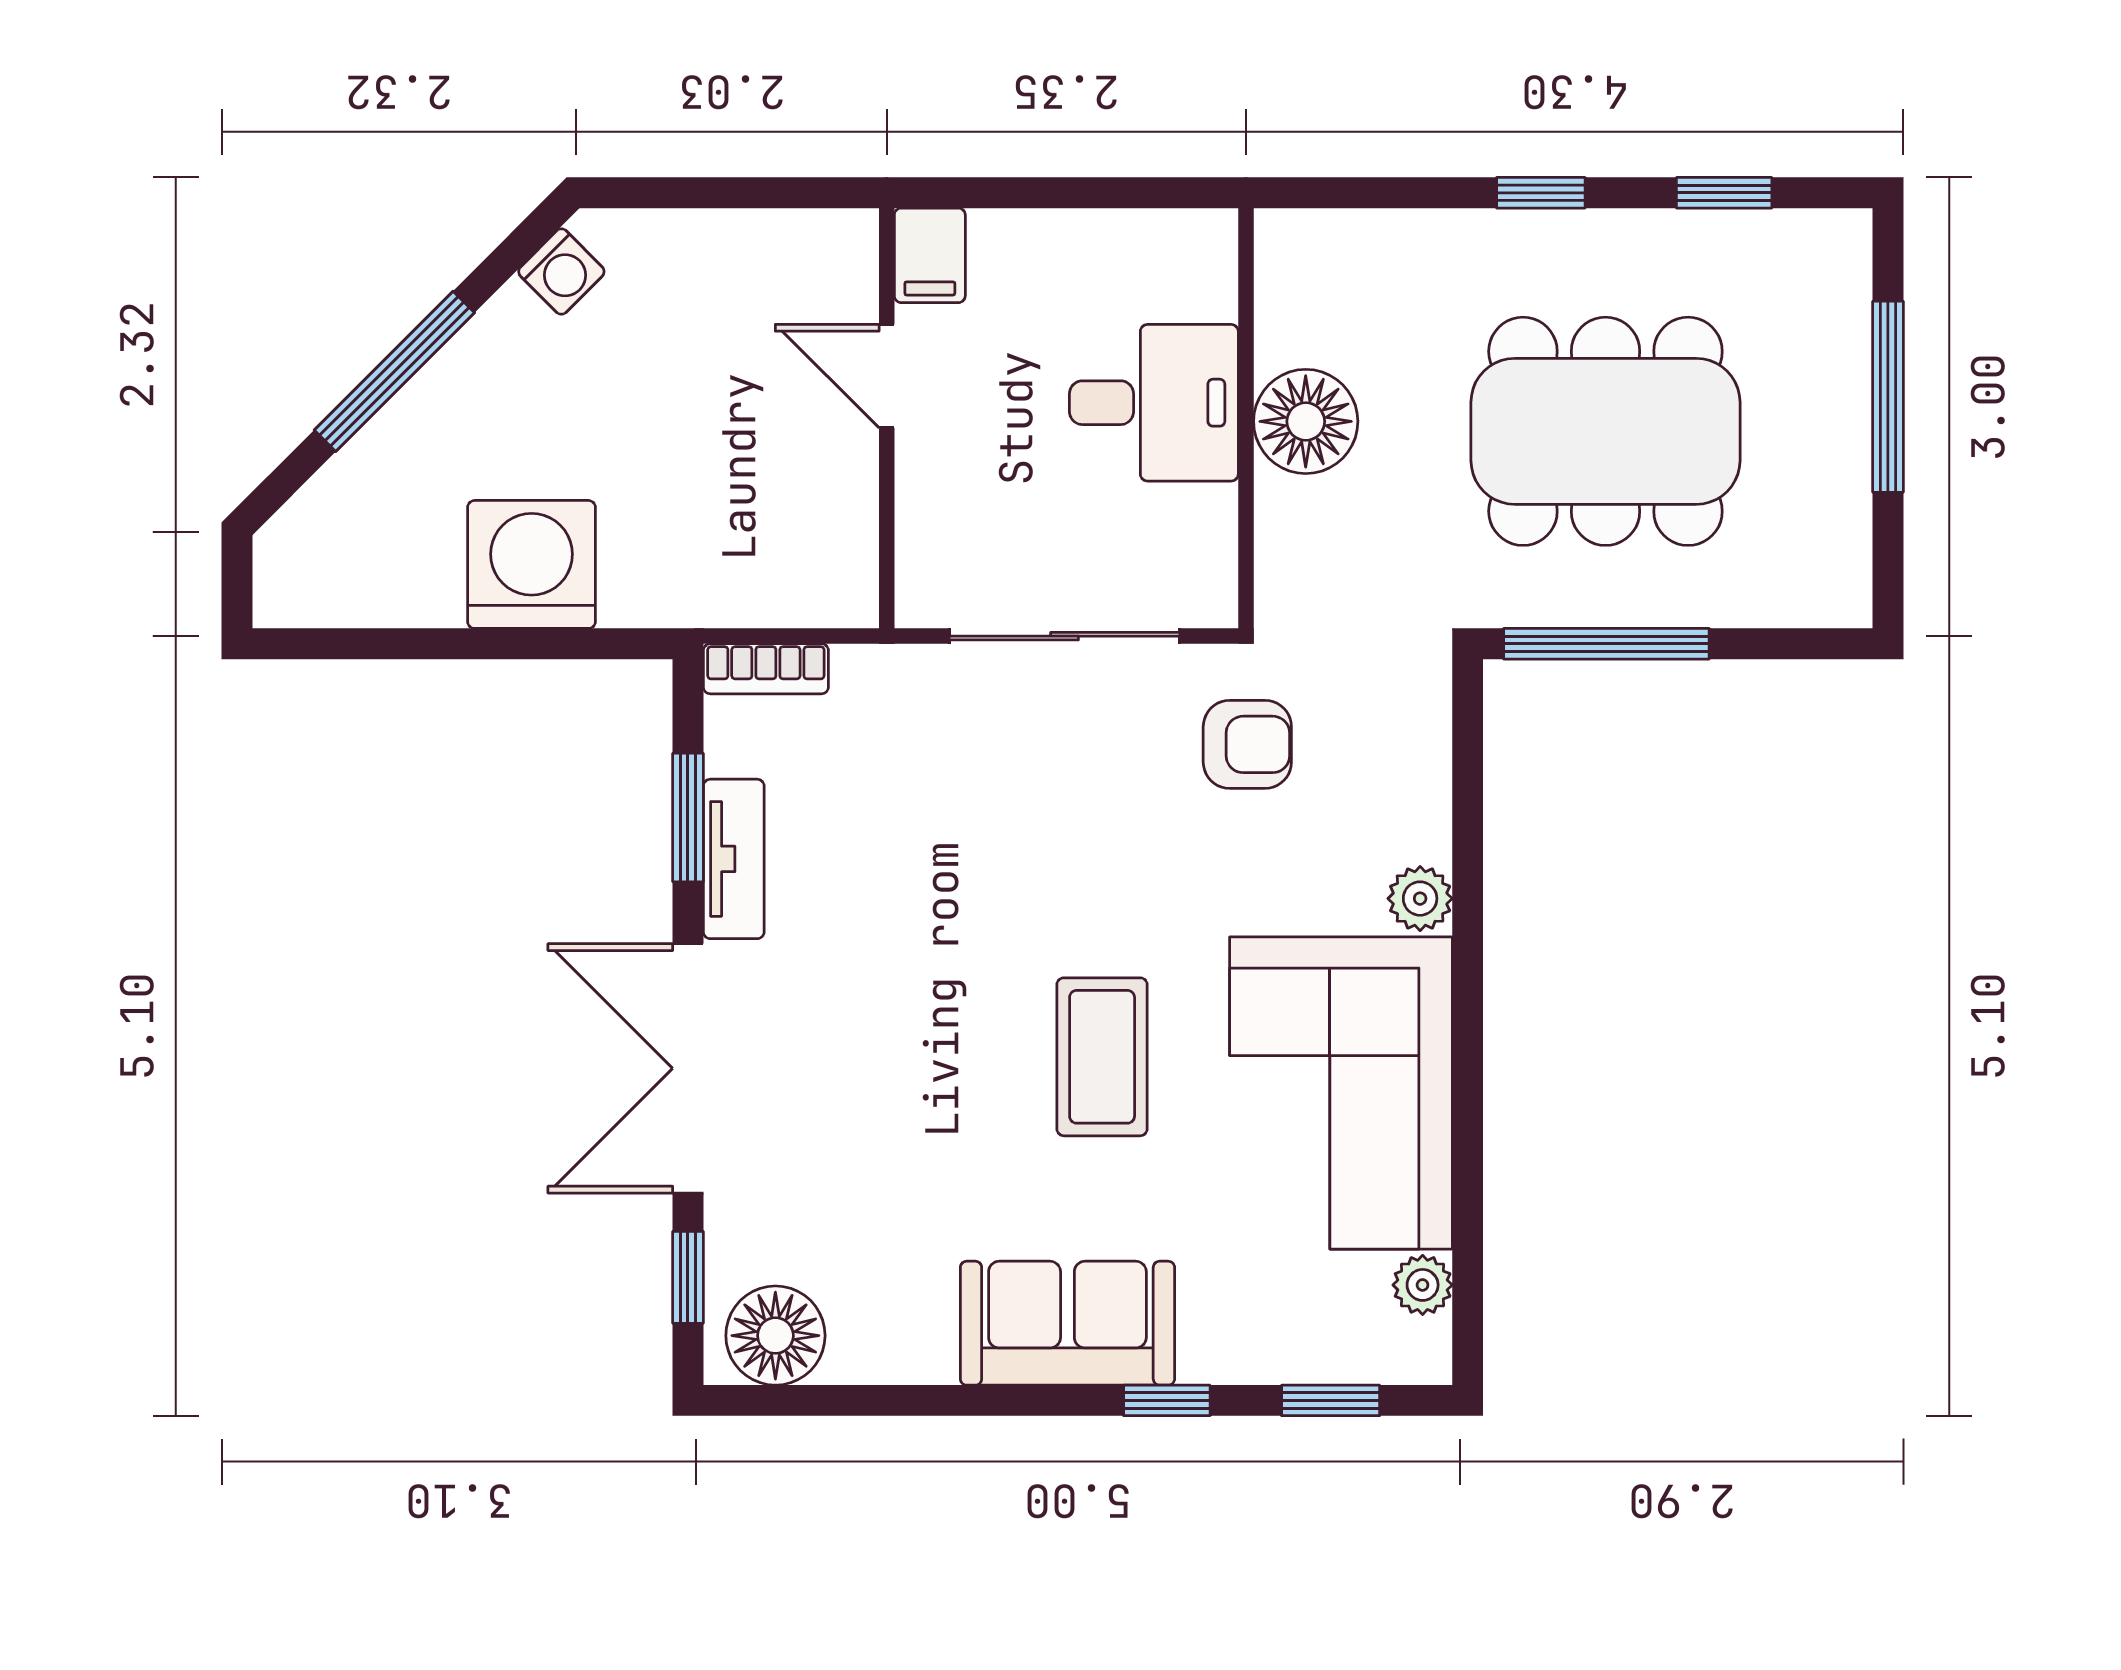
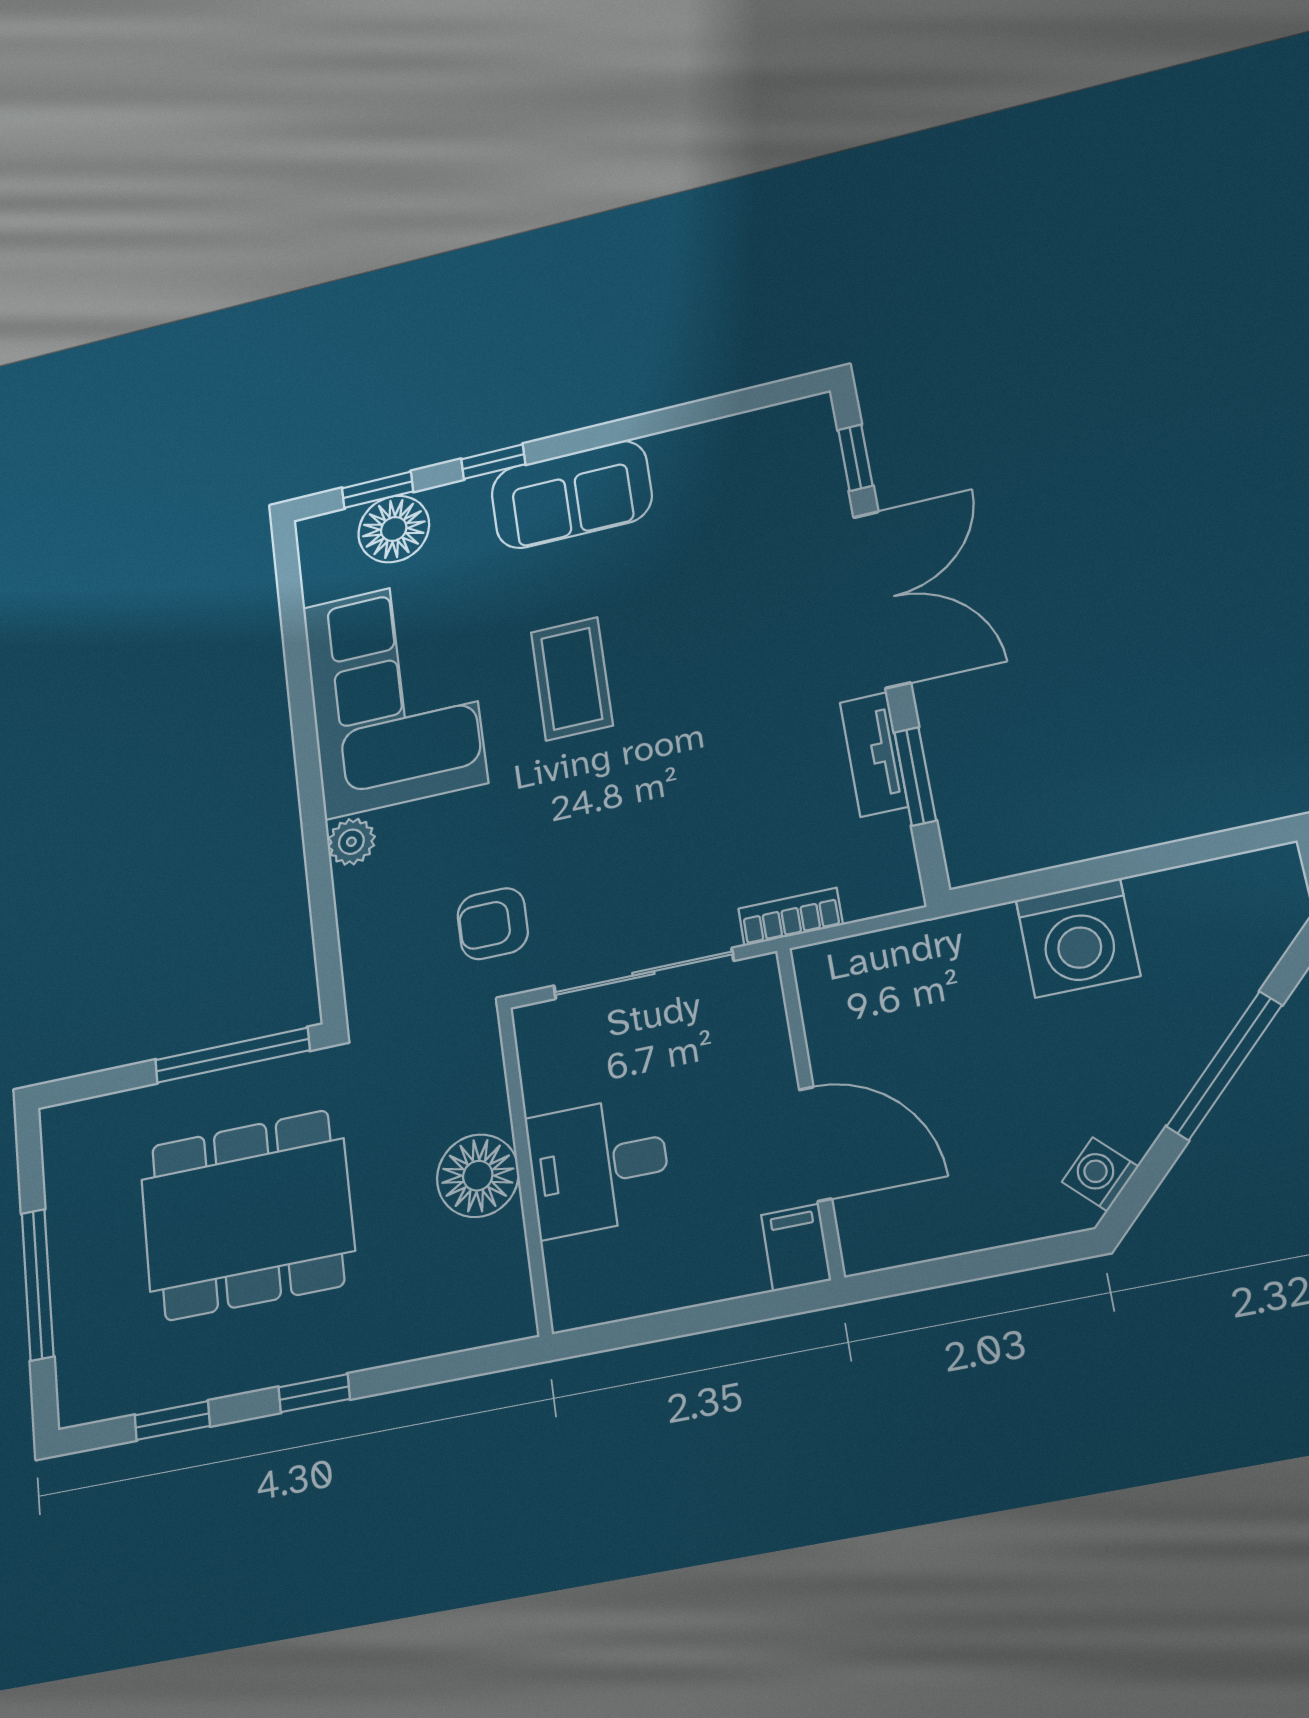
door: (887, 376) -> (815, 1144), width x1.38
bookcase: (766, 669) -> (791, 917), moved
plant: (1423, 1285) -> (321, 580), removed
floor lamp: (775, 1336) -> (394, 529), moved

